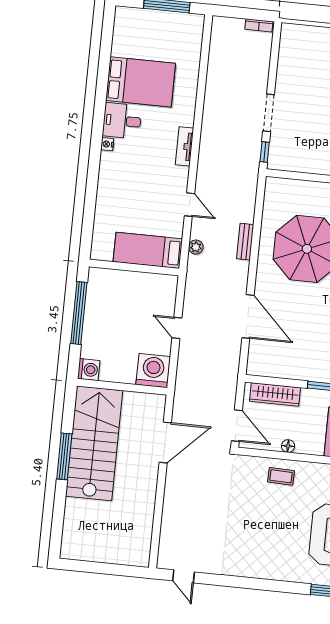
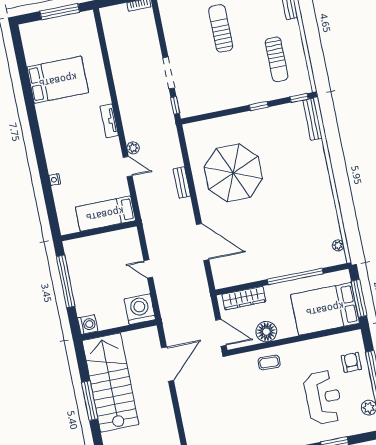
desk: (122, 121) -> (53, 116), removed
nightstand: (107, 144) -> (55, 180), moved
plant: (196, 247) -> (133, 148), moved
floor lamp: (288, 446) -> (266, 332), width x1.89, depth x1.89

